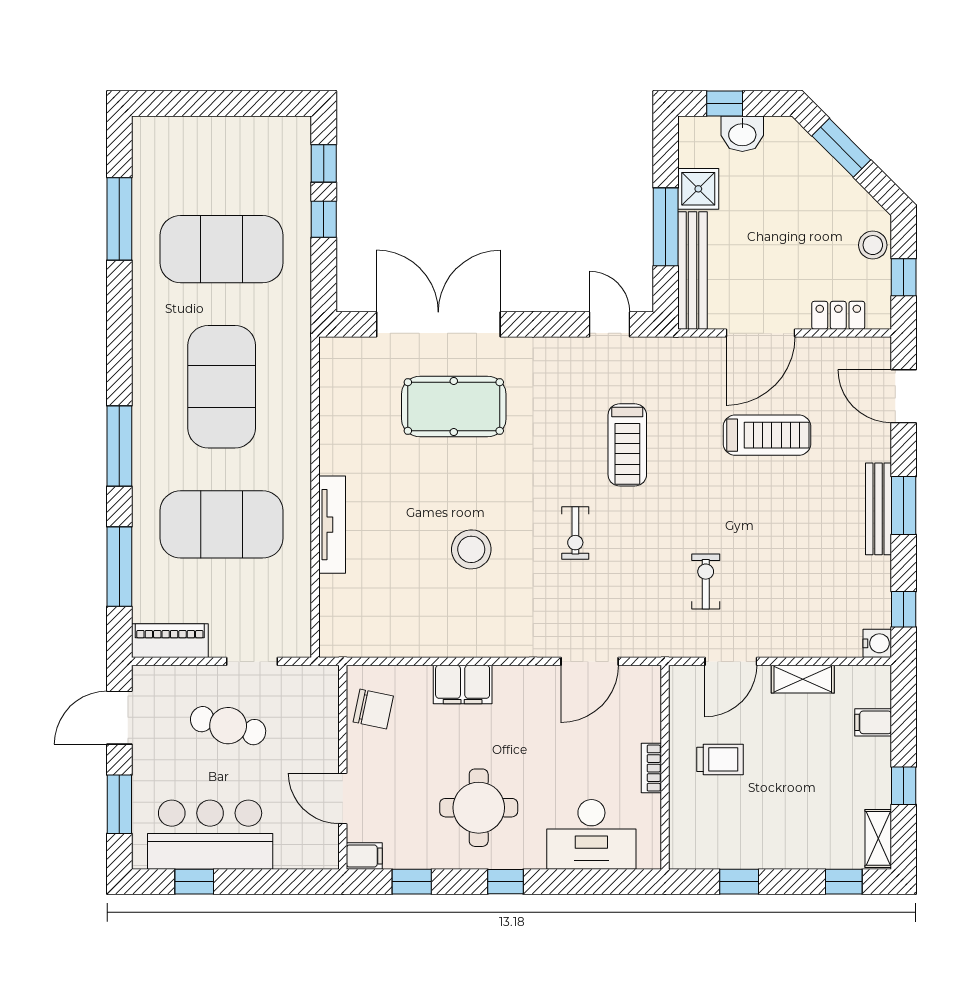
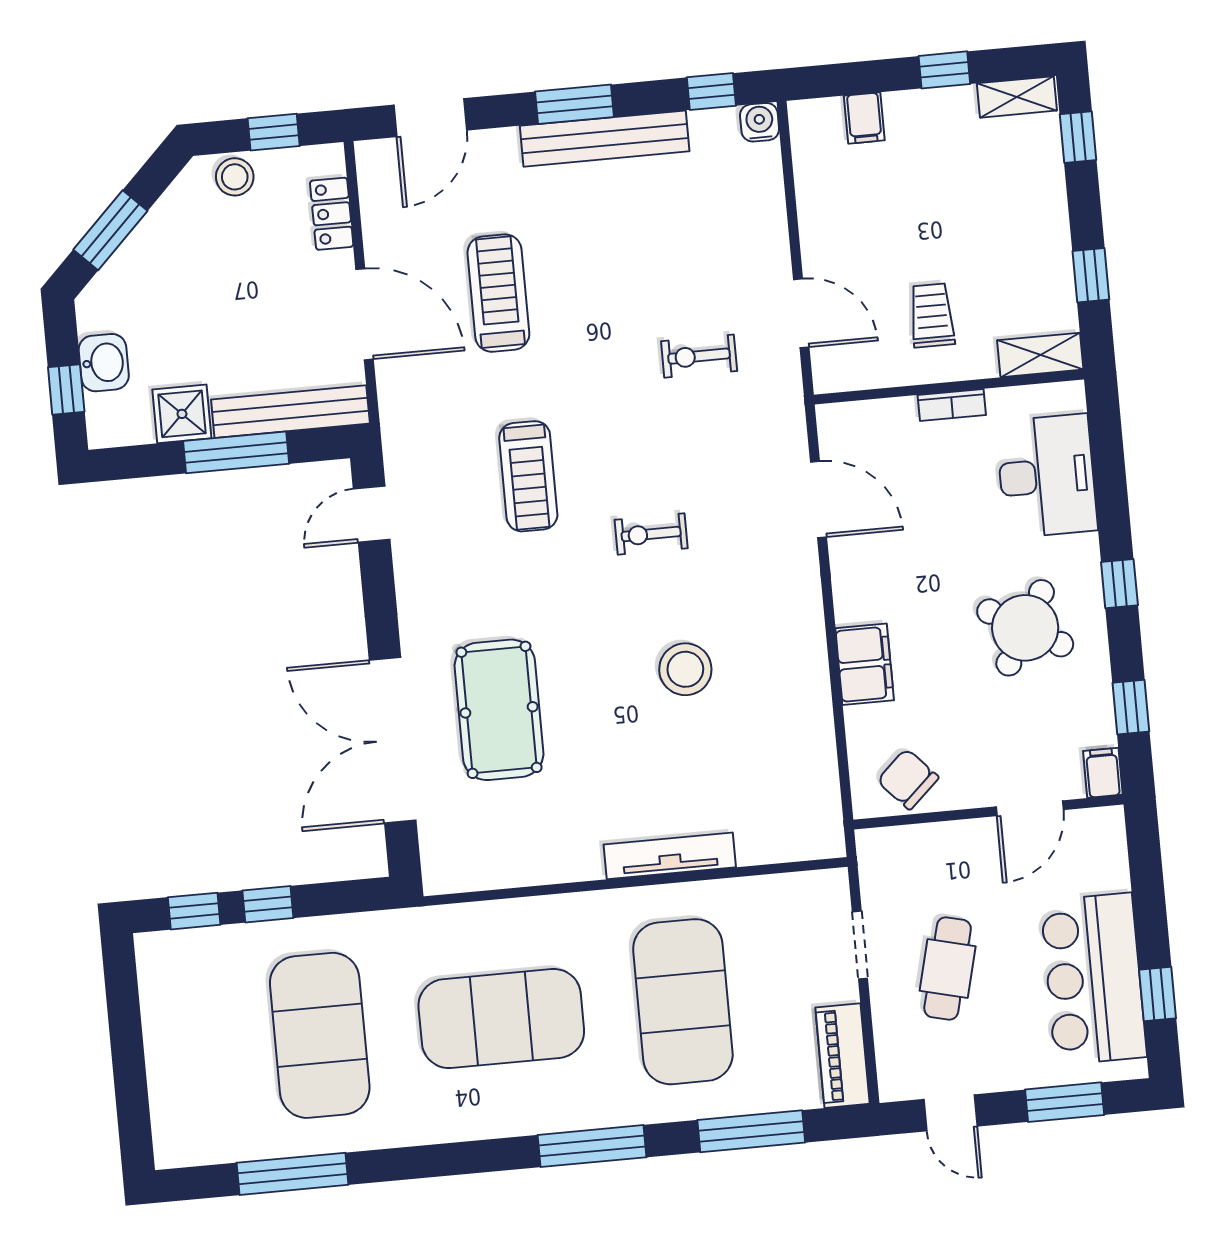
treadmill: (627, 445) -> (528, 476), turned 90
bench: (879, 509) -> (605, 139), width x1.37, depth x1.21
exercise bike: (575, 533) -> (651, 534), turned 180
shelving: (803, 679) -> (1040, 355), moved, turned 90
chair: (373, 709) -> (908, 779), turned -55
door: (119, 718) -> (950, 1113), width x0.73
round table: (479, 808) -> (1025, 628), turned 30

